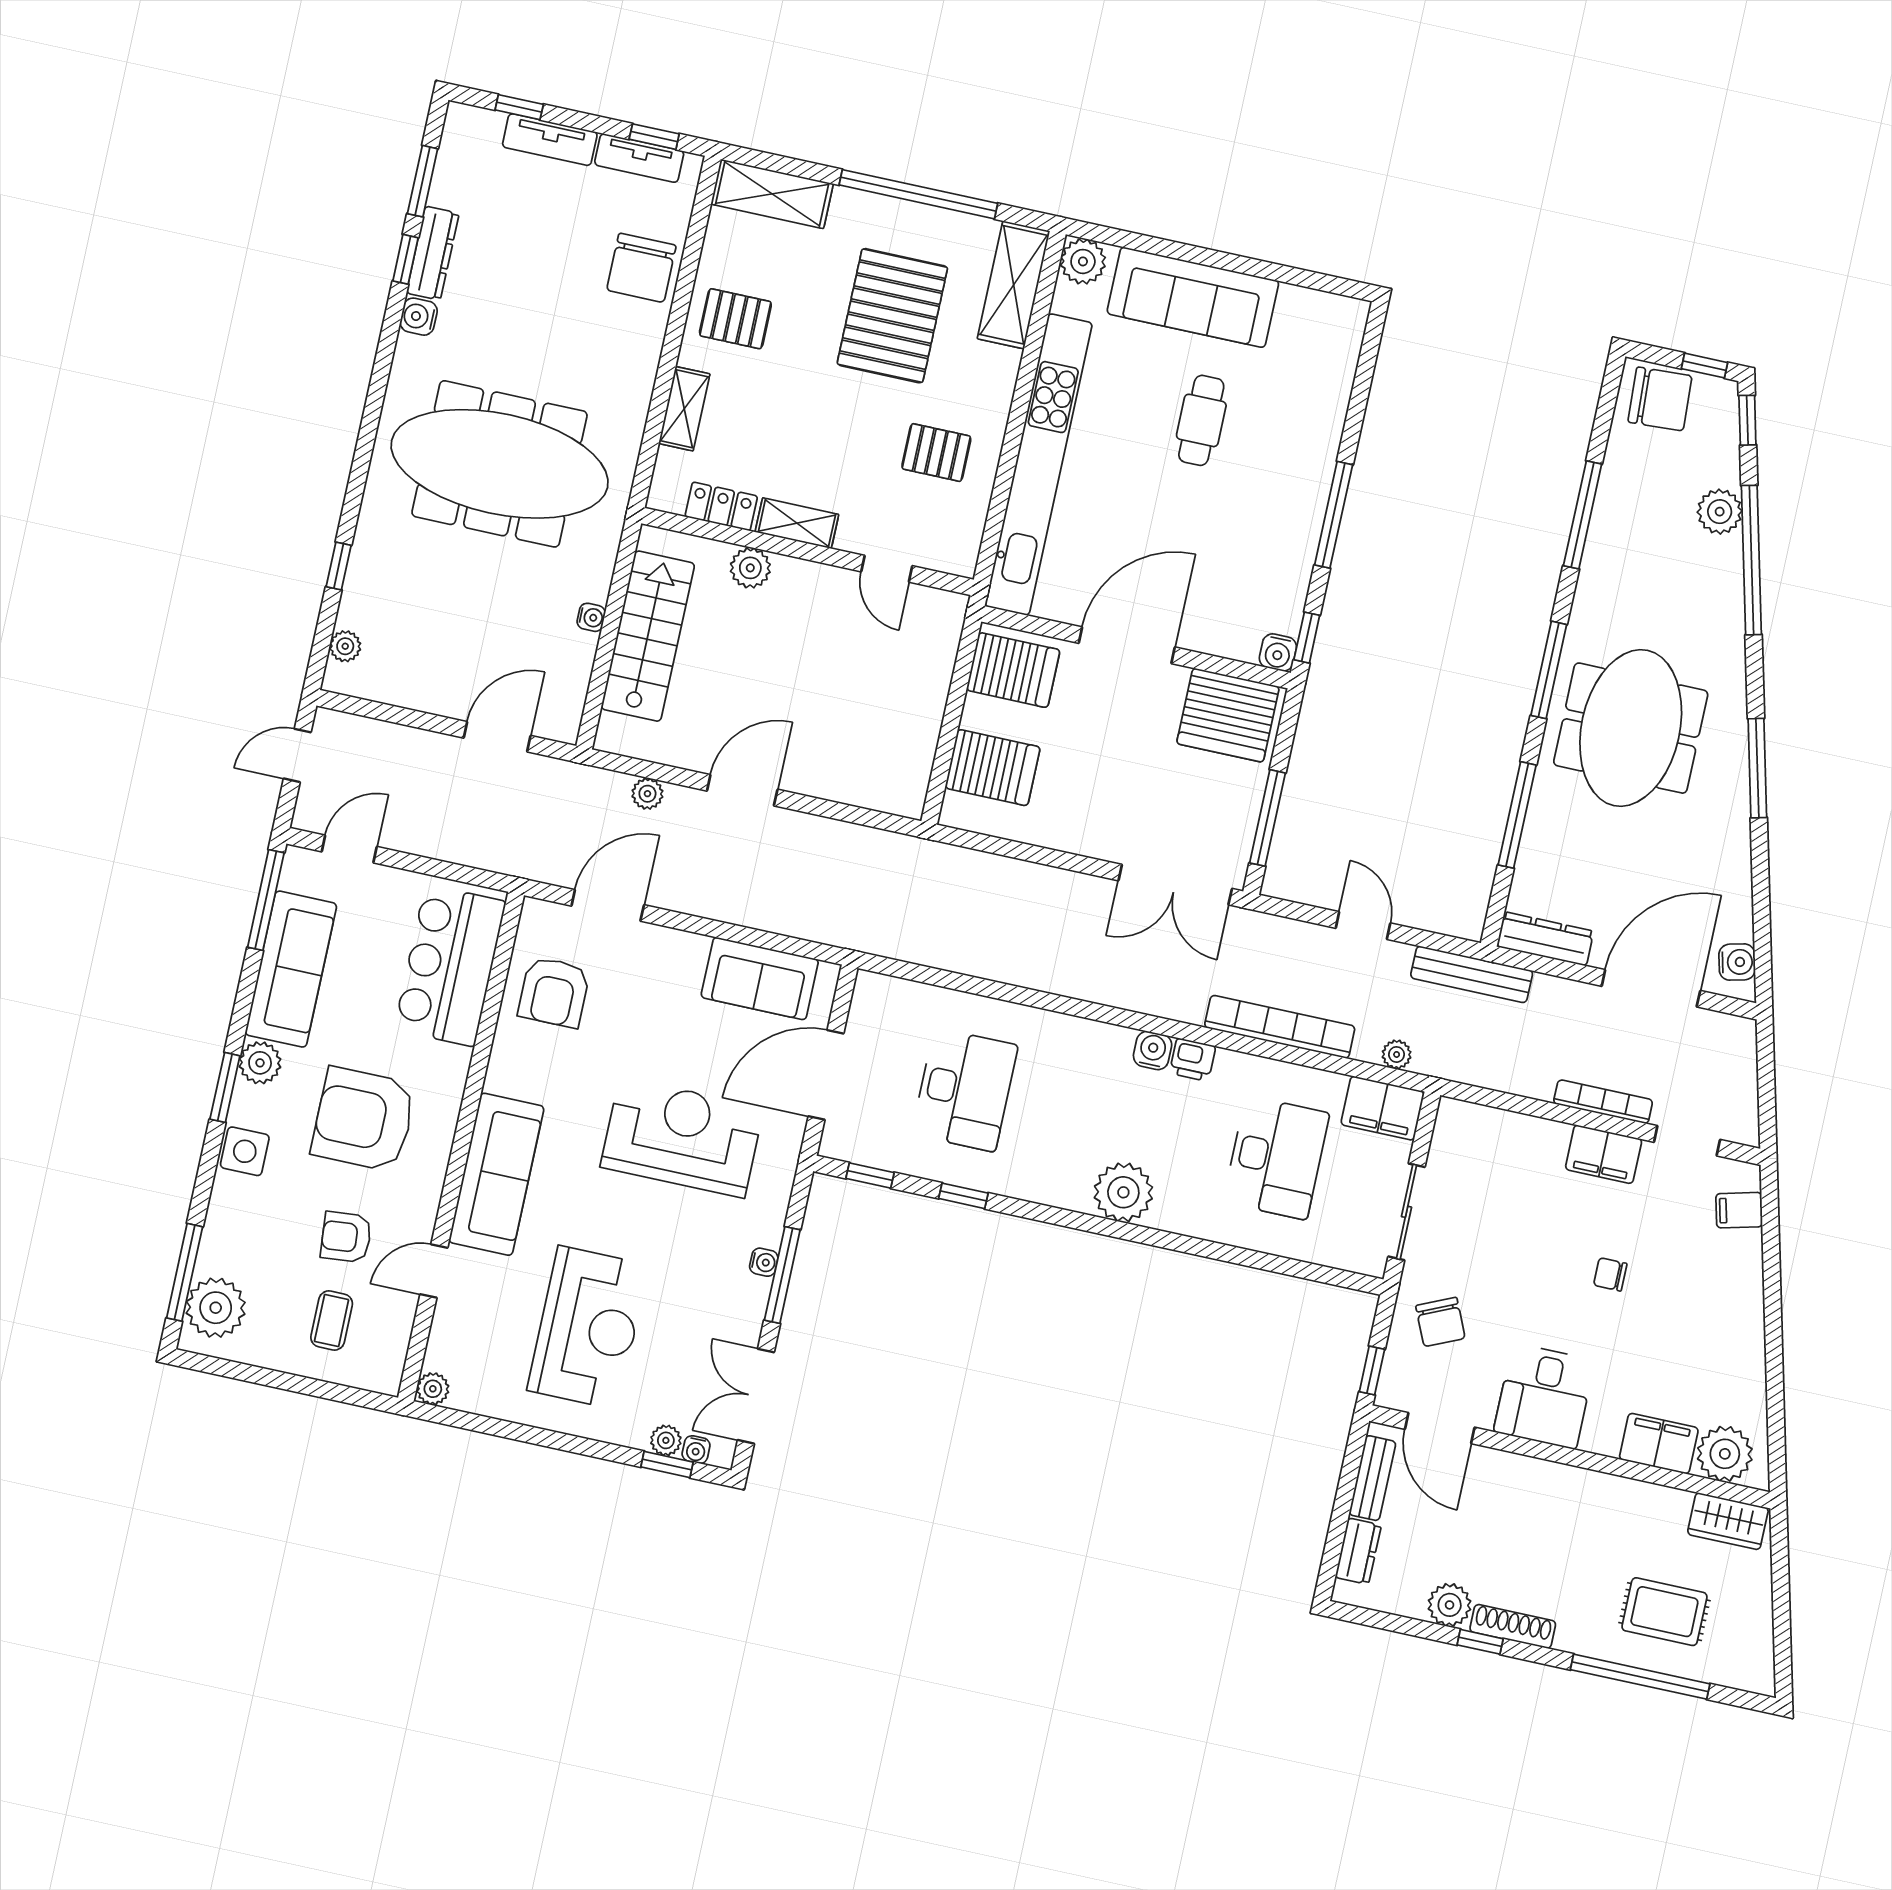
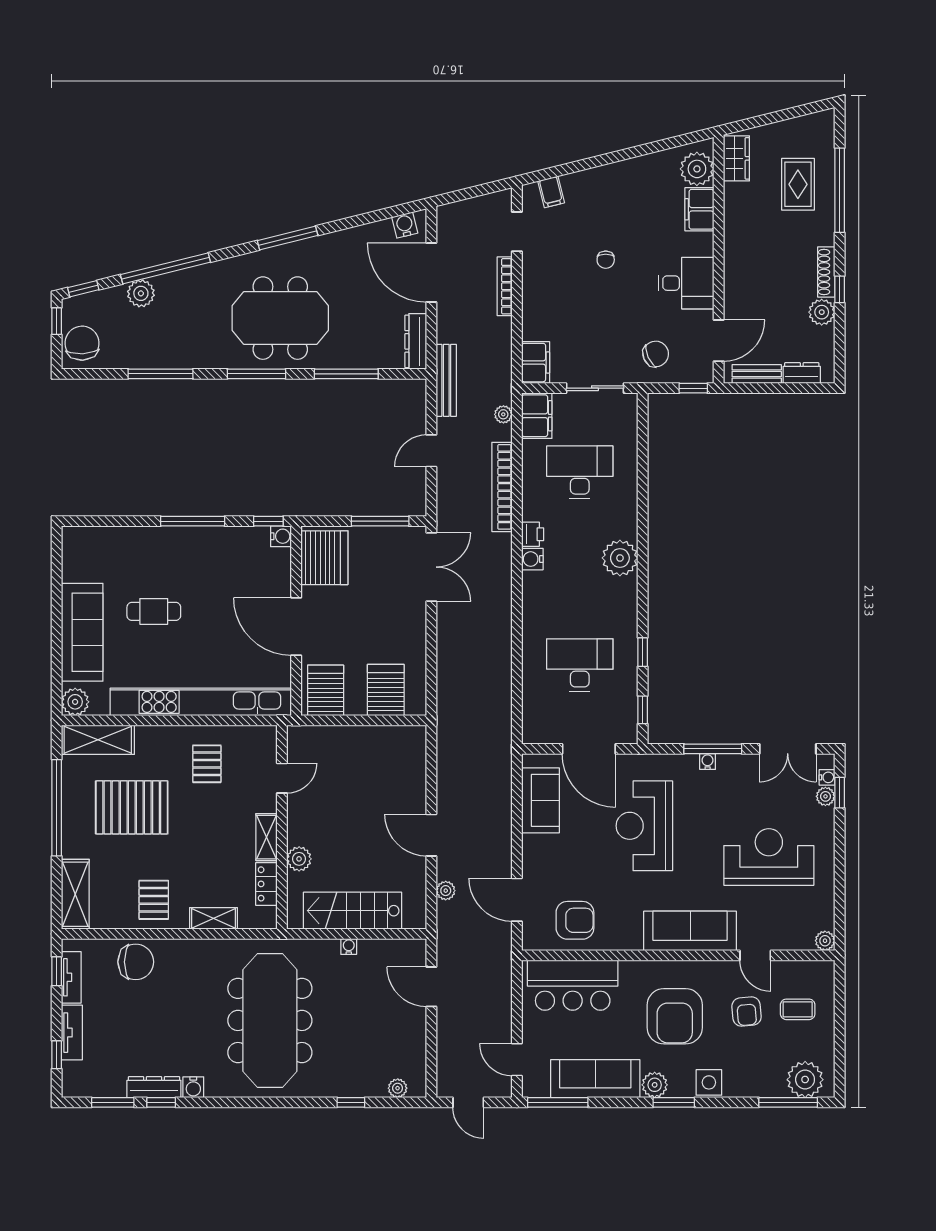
filing cabinet: (1604, 1154) -> (536, 363), moved

